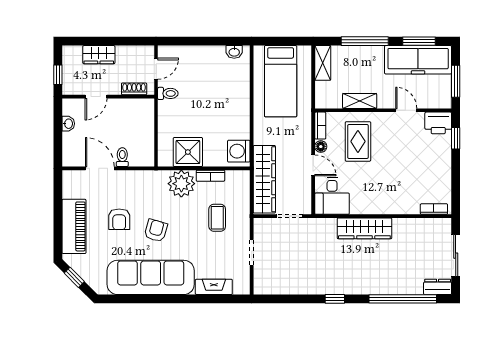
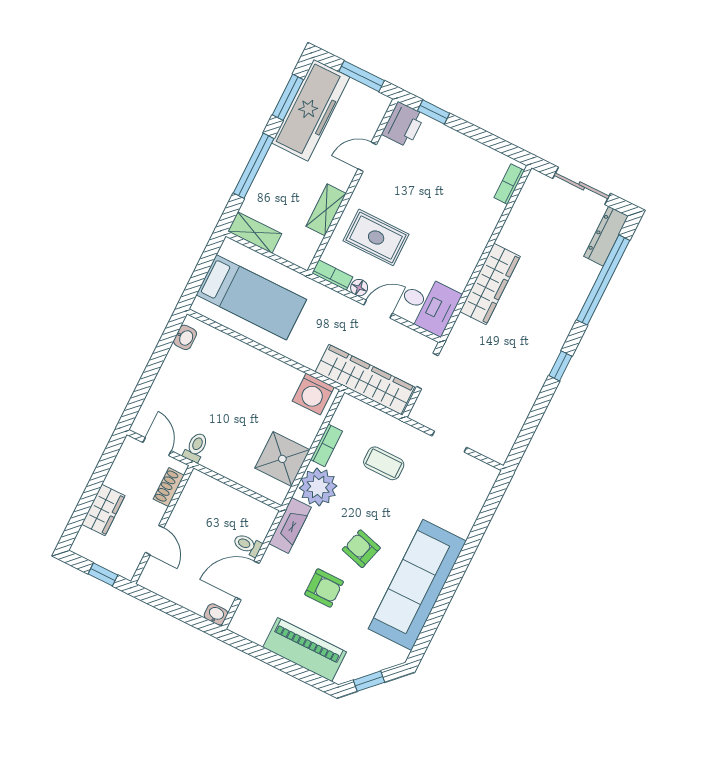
washbasin: (68, 124) -> (216, 614), moved
fireplace: (214, 287) -> (290, 525), moved, turned 180
dresser: (438, 287) -> (606, 236), width x1.44

